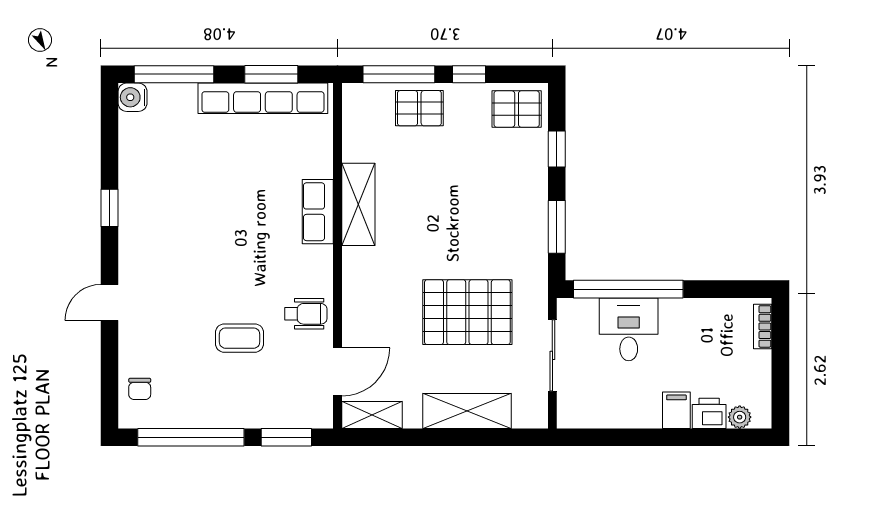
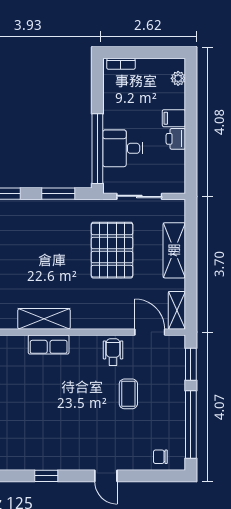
chair: (140, 389) -> (160, 457), turned 180
printer: (709, 413) -> (176, 139), moved

